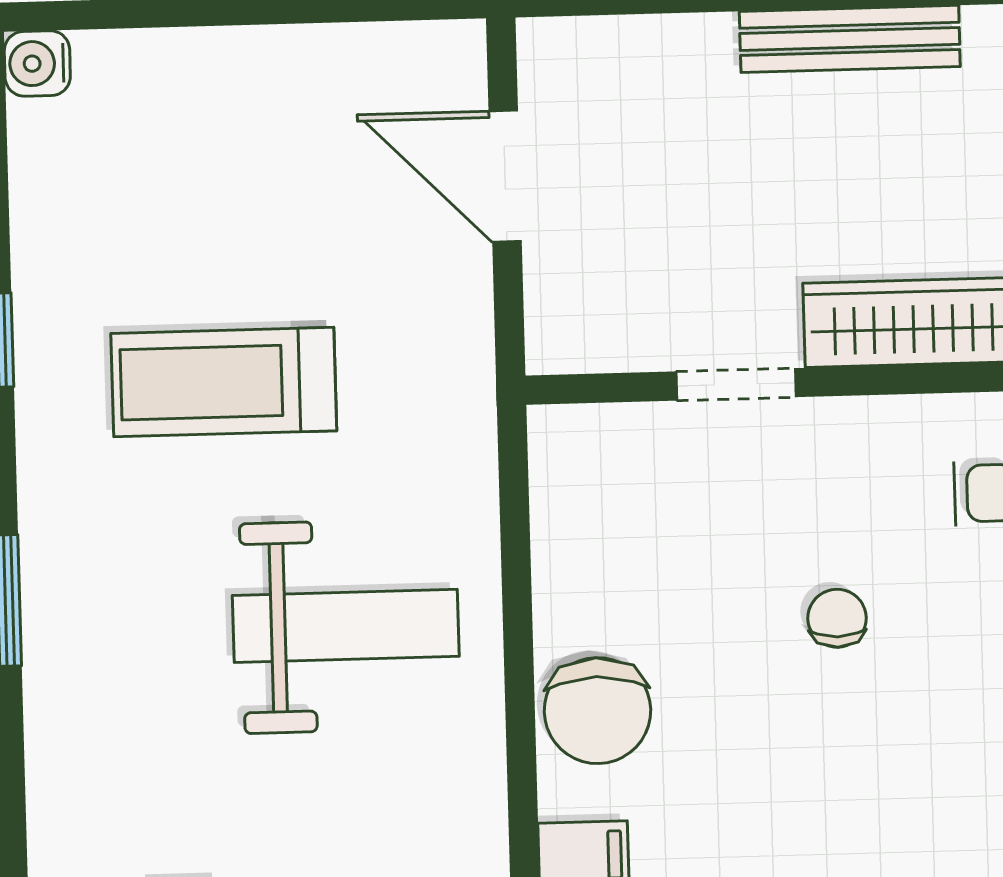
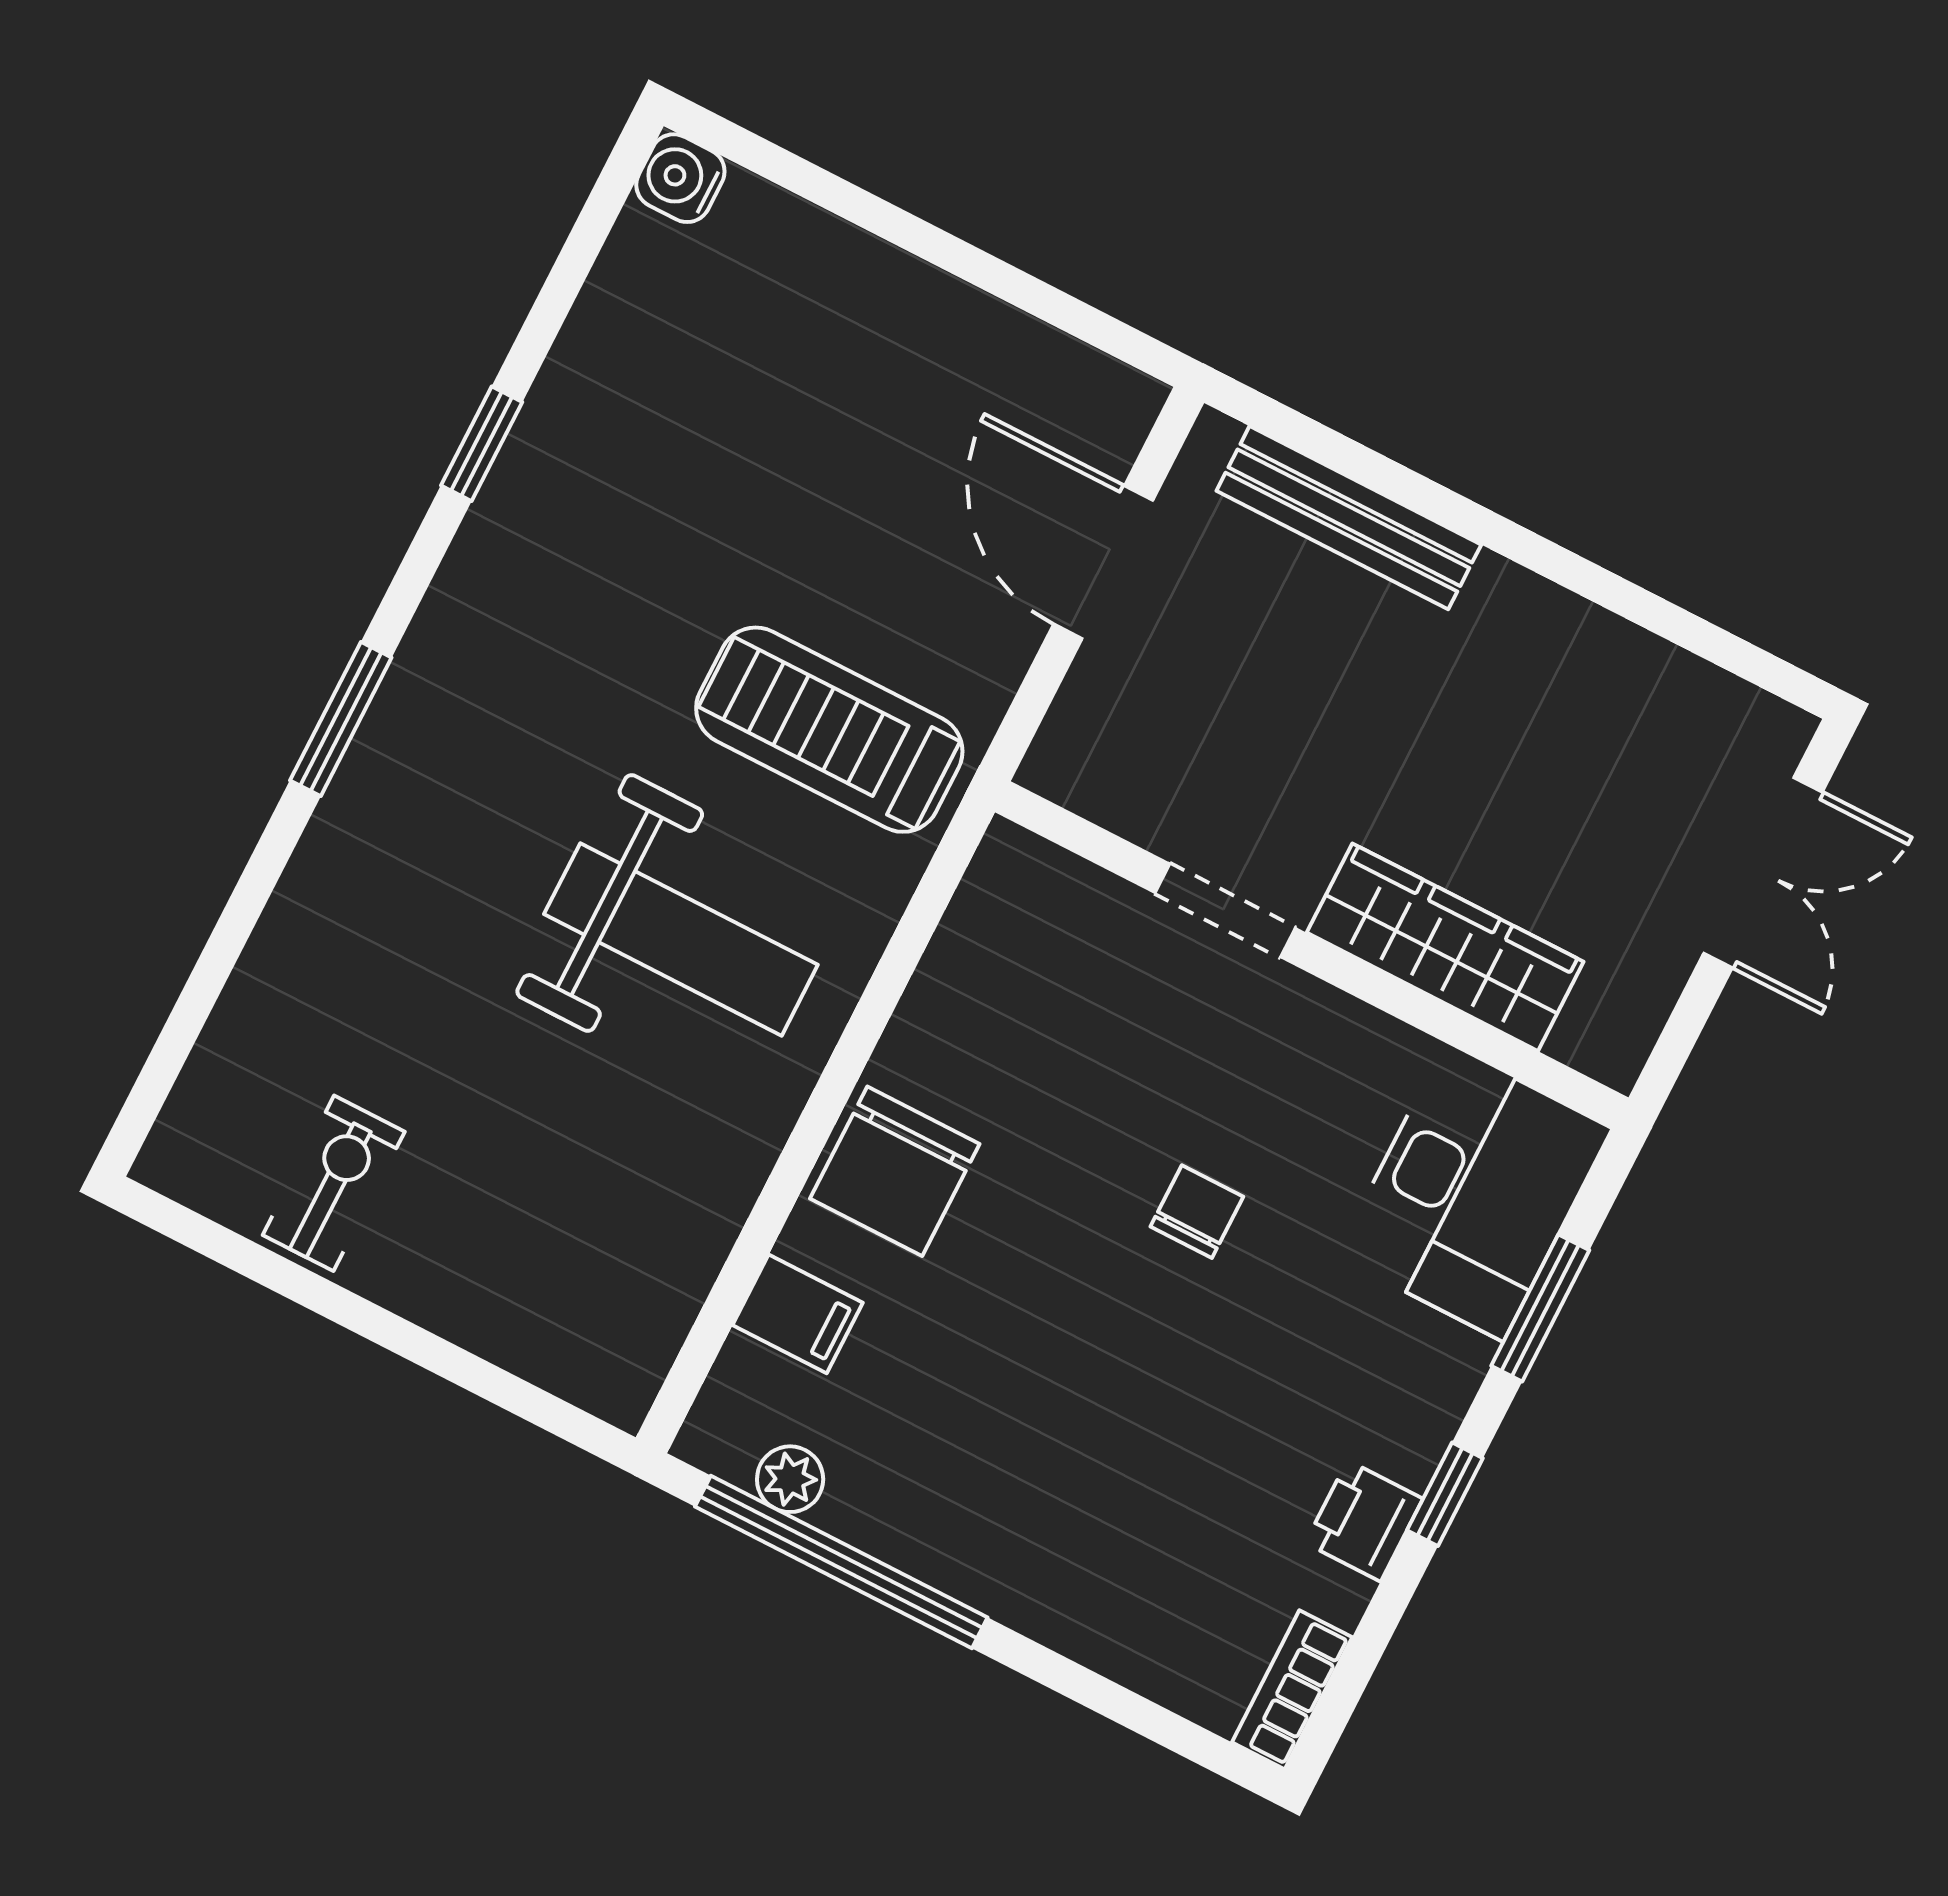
bench: (850, 39) -> (1349, 518), moved
treadmill: (224, 382) -> (829, 730), moved

